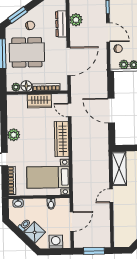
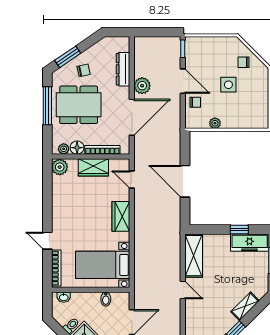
plant: (76, 20) -> (142, 86), moved
plant: (124, 65) -> (202, 123), removed
plant: (14, 135) -> (60, 167), moved
wardrobe: (62, 139) -> (121, 216), width x0.67
door: (111, 196) -> (183, 290), swing flipped

